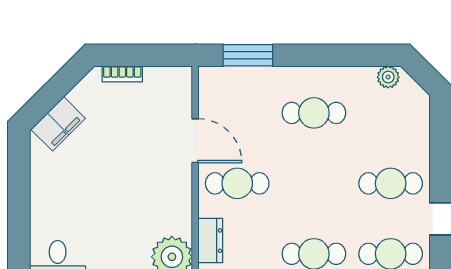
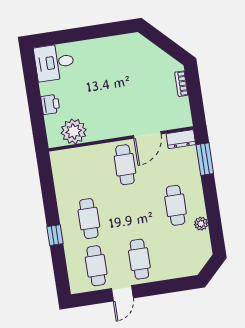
plant: (388, 77) -> (201, 224), moved
filing cabinet: (58, 124) -> (145, 49), removed
dresser: (210, 241) -> (181, 139), moved

